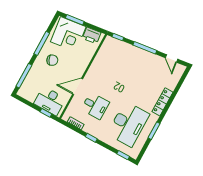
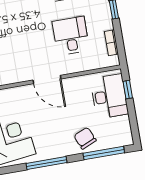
chair: (52, 60) -> (85, 138), moved
door: (78, 86) -> (47, 79), moved

